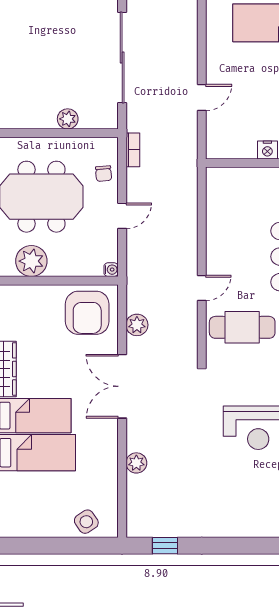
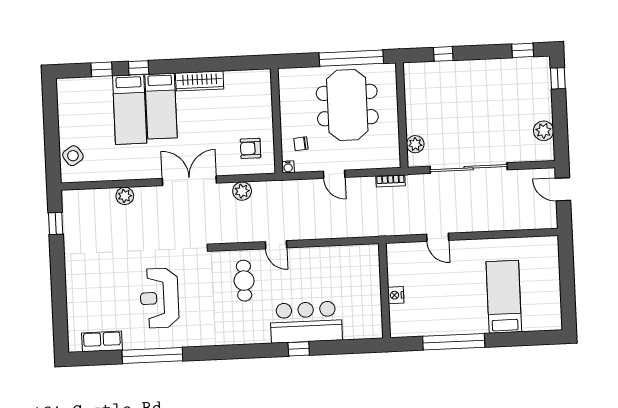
plant: (68, 119) -> (415, 144), moved
chair: (104, 174) -> (301, 144), moved
plant: (31, 261) -> (292, 99), removed
armchair: (87, 313) -> (250, 148), width x0.53, depth x0.53
cafe table: (242, 327) -> (244, 281), width x0.73, depth x0.74

